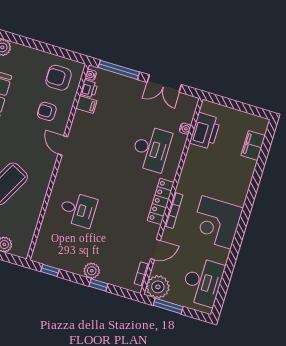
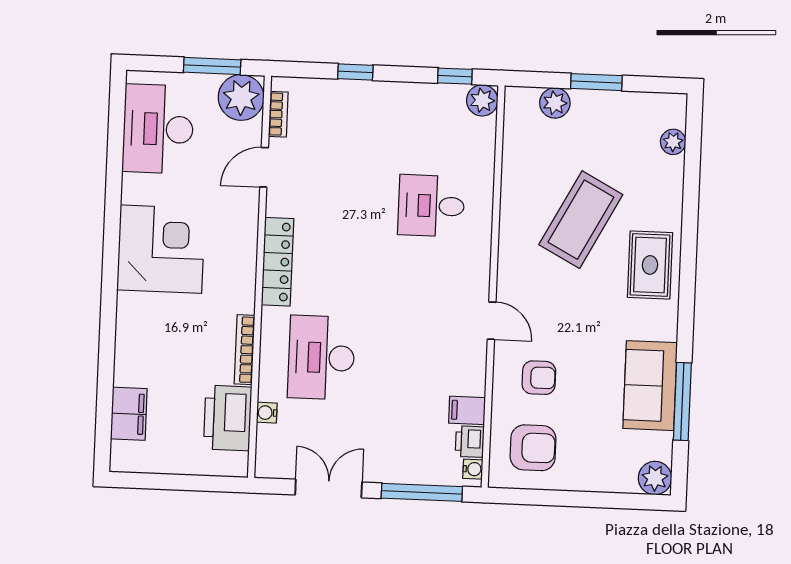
bookcase: (174, 210) -> (245, 350), moved
plant: (92, 271) -> (482, 100), moved

